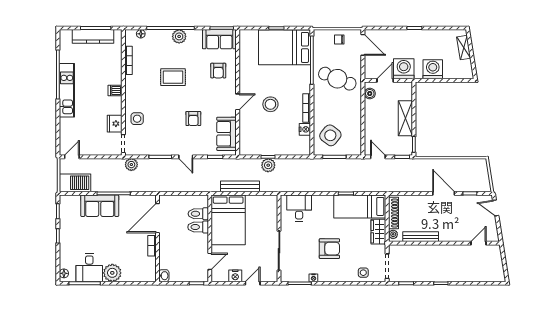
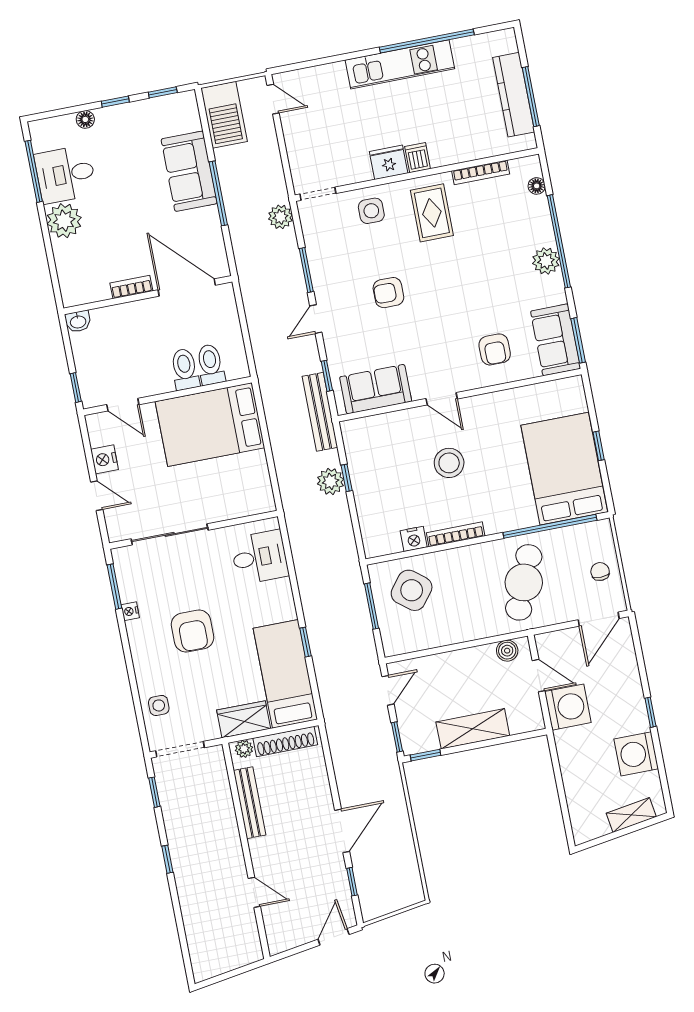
washing machine: (433, 69) -> (636, 754), moved, turned 180
armchair: (218, 71) -> (495, 349), turned -90
rug: (173, 77) -> (432, 213), moved
armchair: (193, 119) -> (388, 293), moved
fridge: (115, 124) -> (389, 162), moved
bench: (240, 186) -> (320, 412), moved
door: (479, 243) -> (254, 892), moved
floor lamp: (64, 273) -> (85, 119), moved

